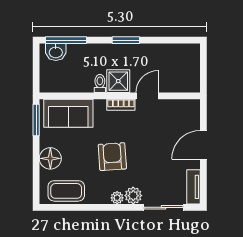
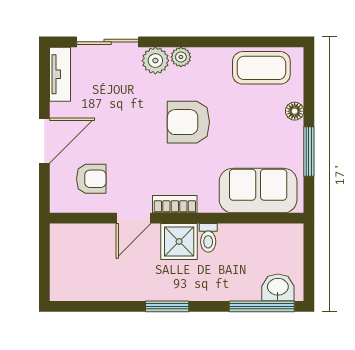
window: (36, 120) -> (309, 151), moved
armchair: (174, 121) -> (91, 179), added
armchair: (112, 157) -> (188, 122), turned 94
floor lamp: (50, 158) -> (295, 111), width x0.53, depth x0.53

